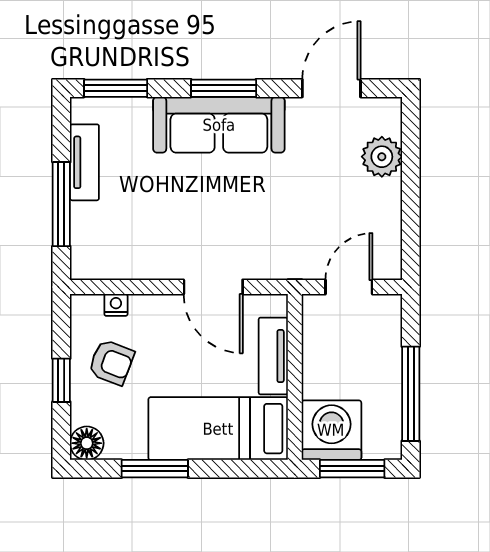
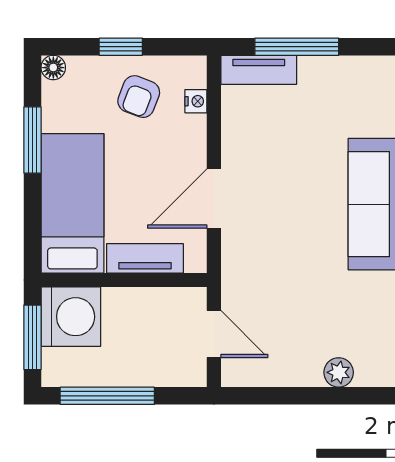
plant: (382, 157) -> (339, 372), width x0.73, depth x0.73
tv unit: (84, 162) -> (259, 70), moved
floor lamp: (87, 443) -> (53, 68), width x0.73, depth x0.73

